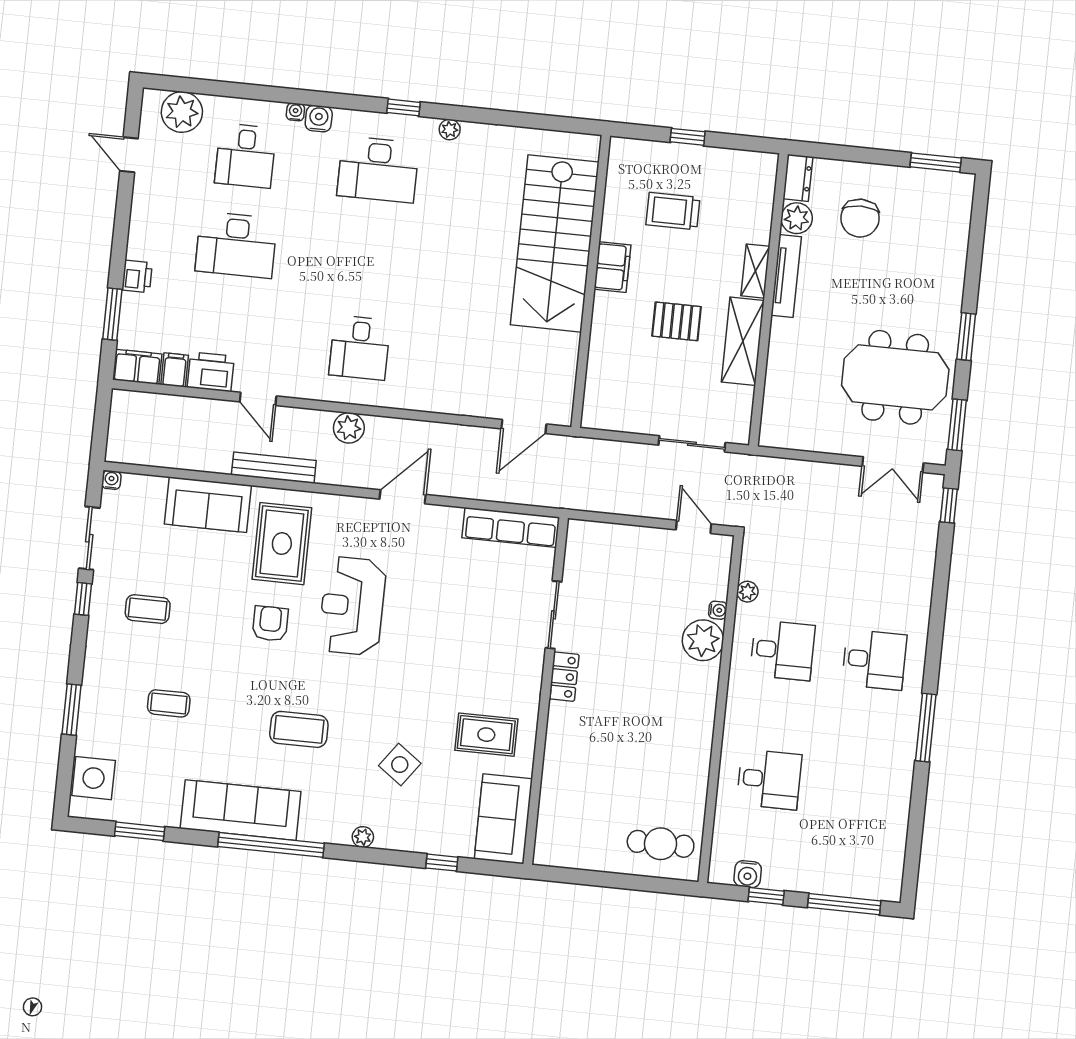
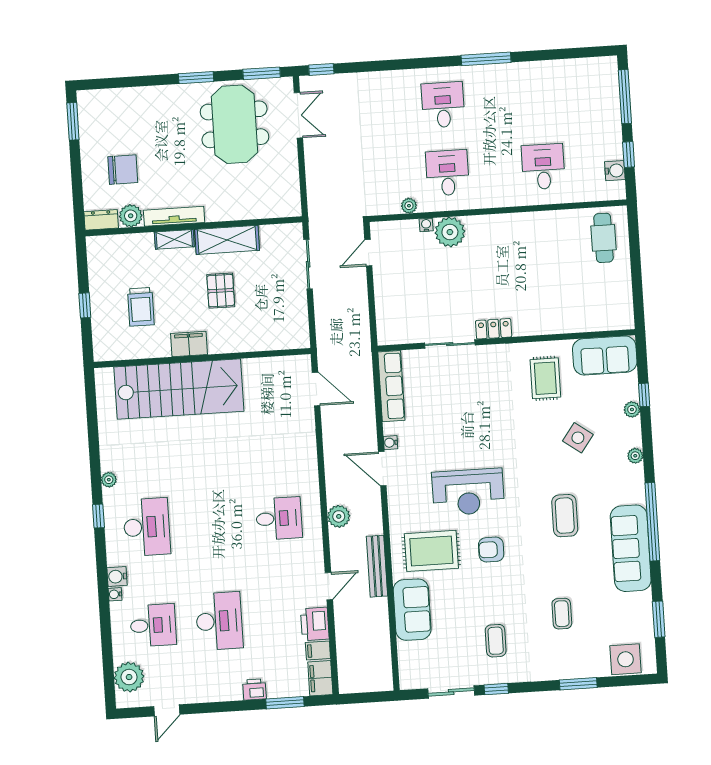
water cooler: (111, 480) -> (390, 443), moved
plant: (425, 843) -> (632, 409), added

